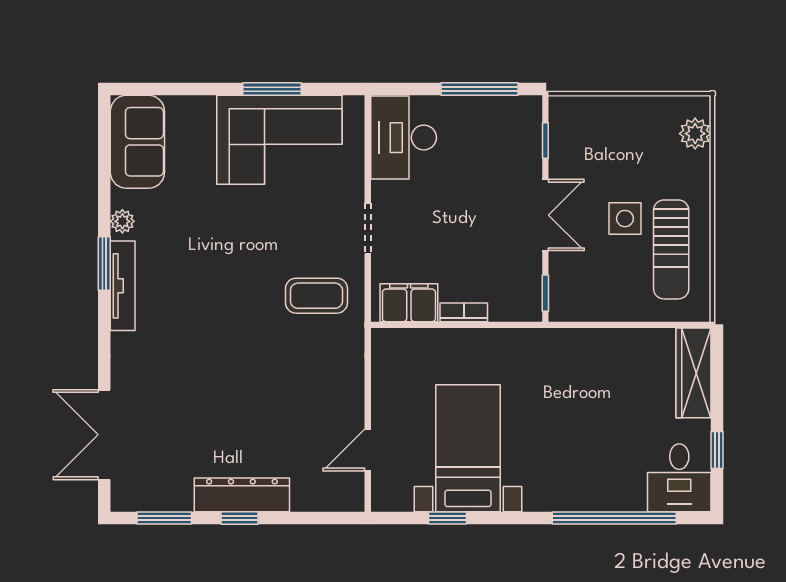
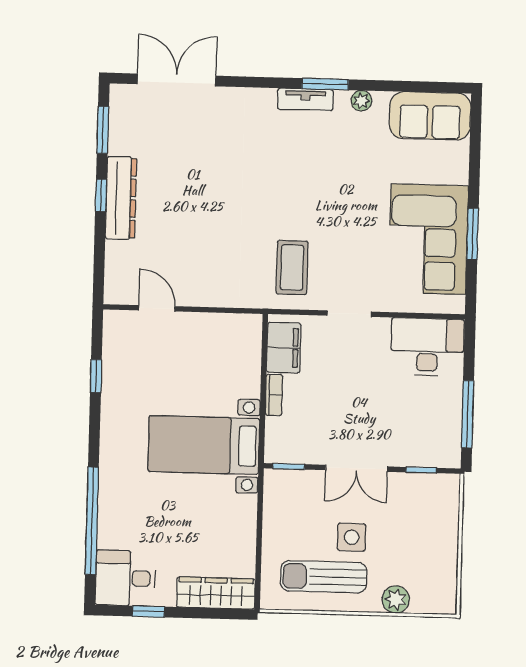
plant: (695, 134) -> (396, 599), moved
tv unit: (123, 286) -> (305, 99), width x0.71
bed with nightstands: (468, 448) -> (204, 445), moved, turned 180

